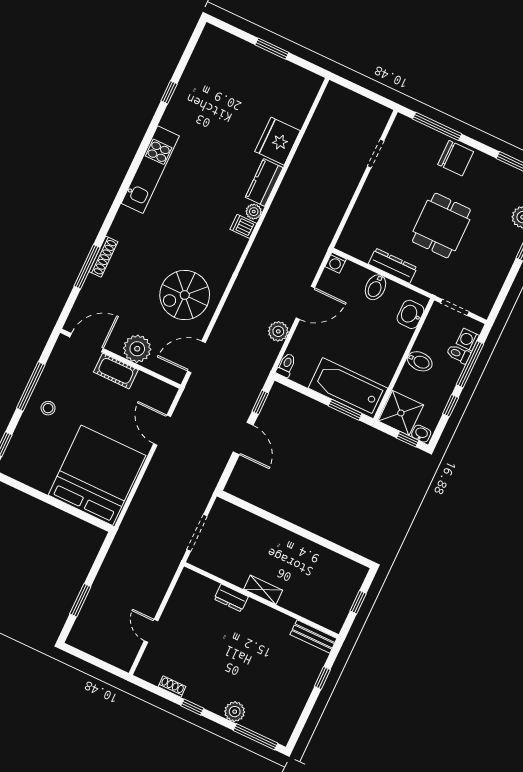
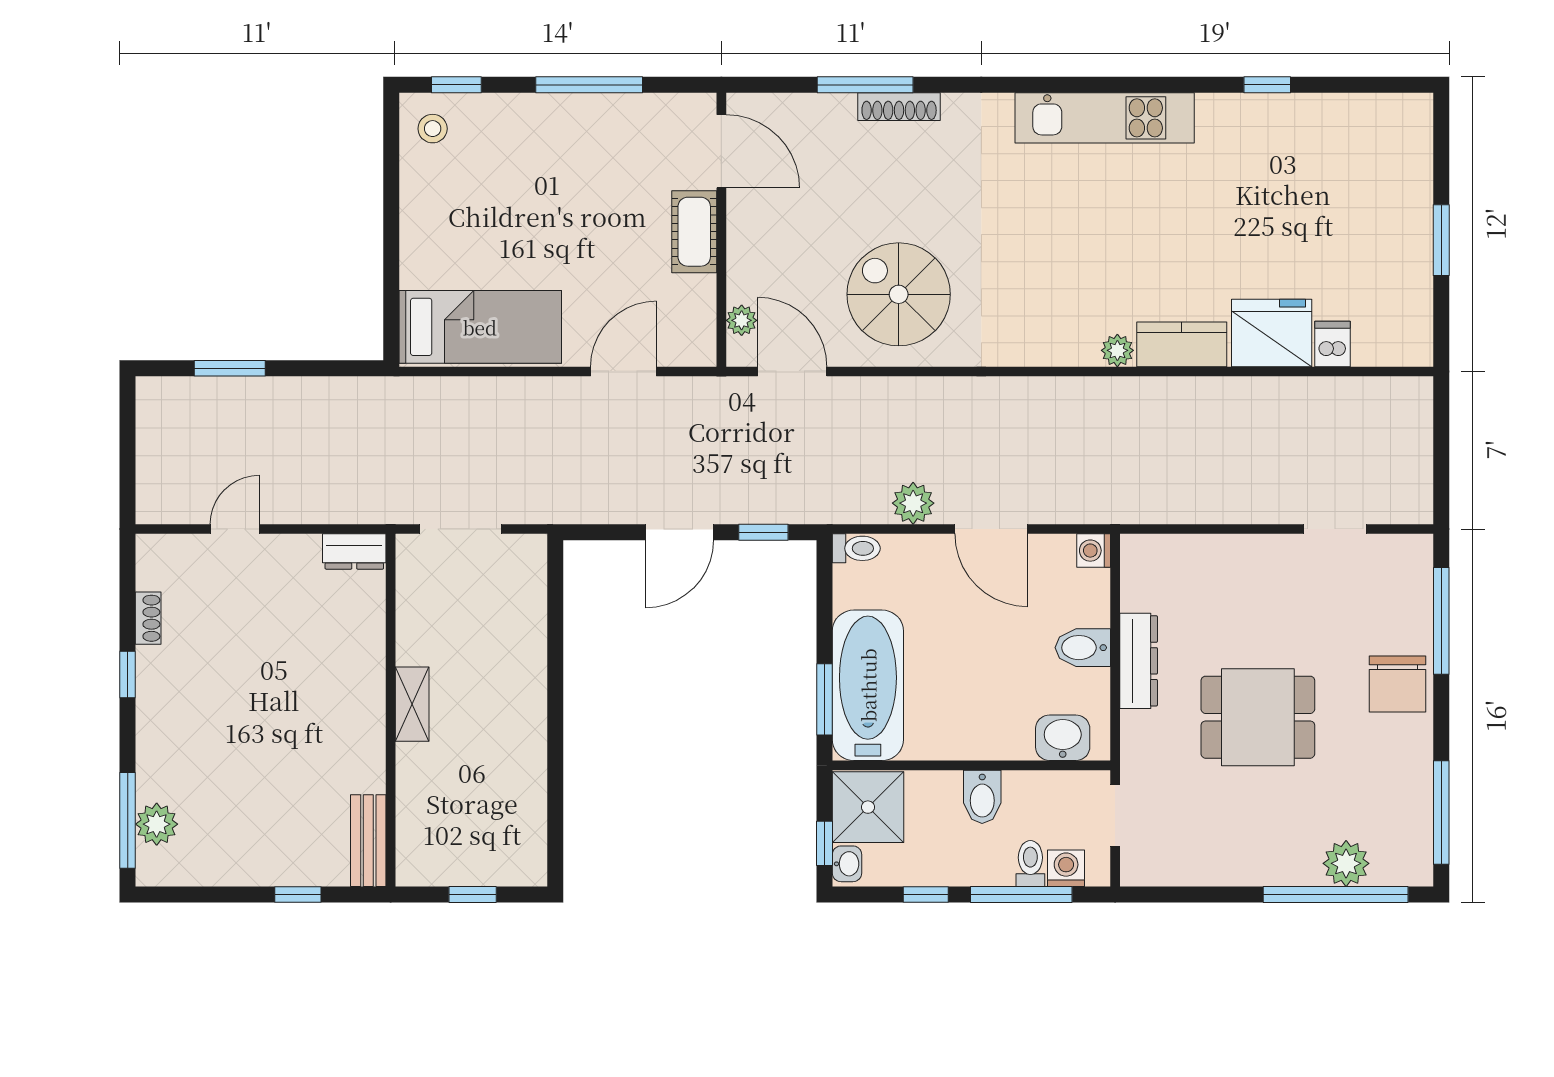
dishwasher: (243, 226) -> (1333, 344), moved
plant: (137, 349) -> (742, 320), moved, width x0.53, depth x0.53
stool: (48, 408) -> (433, 129), moved
bed: (97, 475) -> (480, 327), width x0.49
dresser: (231, 598) -> (354, 552), moved, turned -90
plant: (235, 712) -> (157, 824), moved

